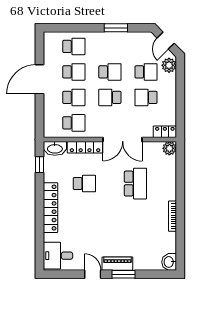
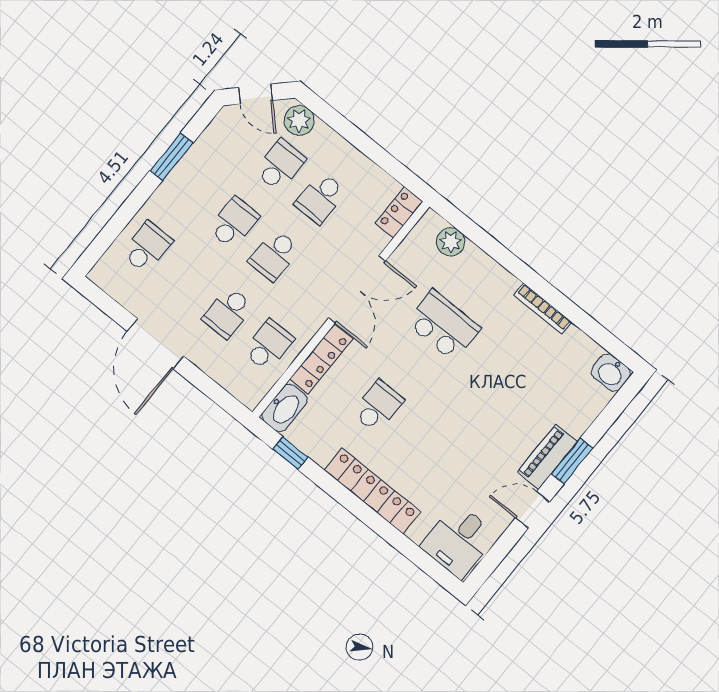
school desk: (74, 72) -> (187, 280), removed
school desk: (74, 97) -> (228, 313), turned 180
plant: (169, 148) -> (451, 242), moved

